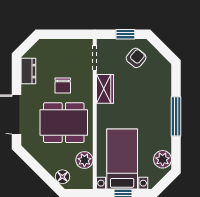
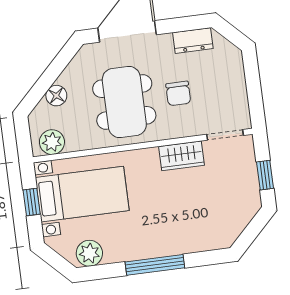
armchair: (136, 58) -> (233, 195), removed
chair: (63, 86) -> (178, 93), turned -90
plant: (84, 160) -> (52, 142), moved
floor lamp: (62, 177) -> (56, 96), moved

